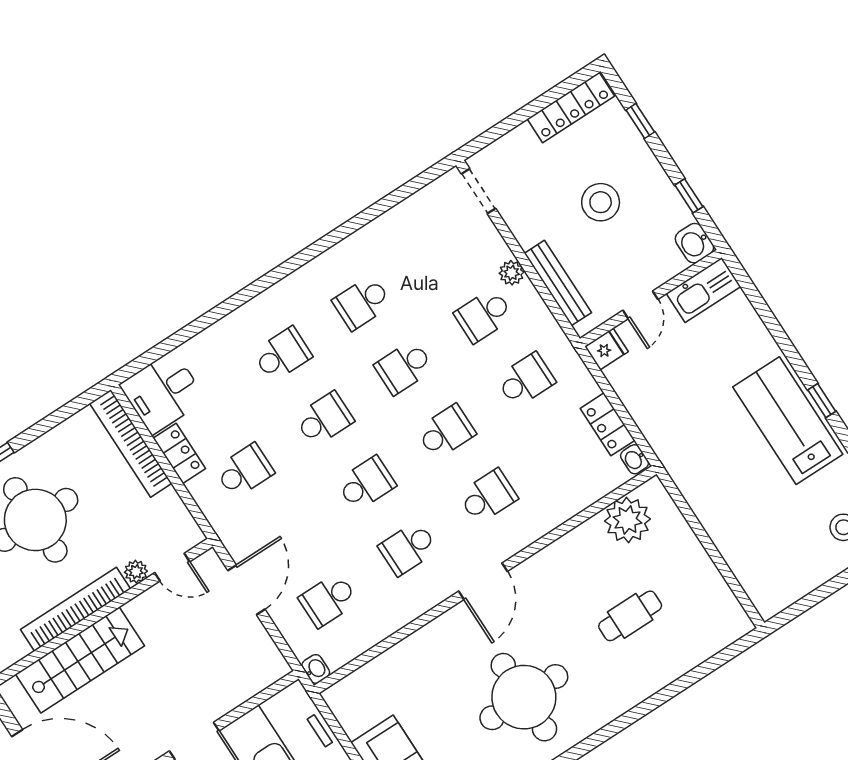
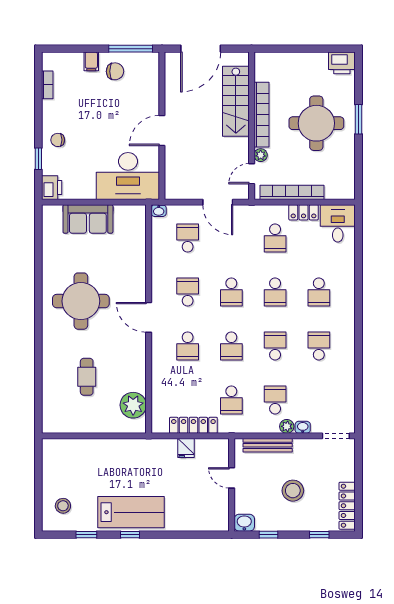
kitchen sink: (703, 290) -> (219, 512), removed
fridge: (606, 349) -> (186, 448), moved
locker: (608, 424) -> (193, 425), width x1.53
bookcase: (131, 443) -> (292, 192), moved
washbasin: (635, 459) -> (303, 427), moved

